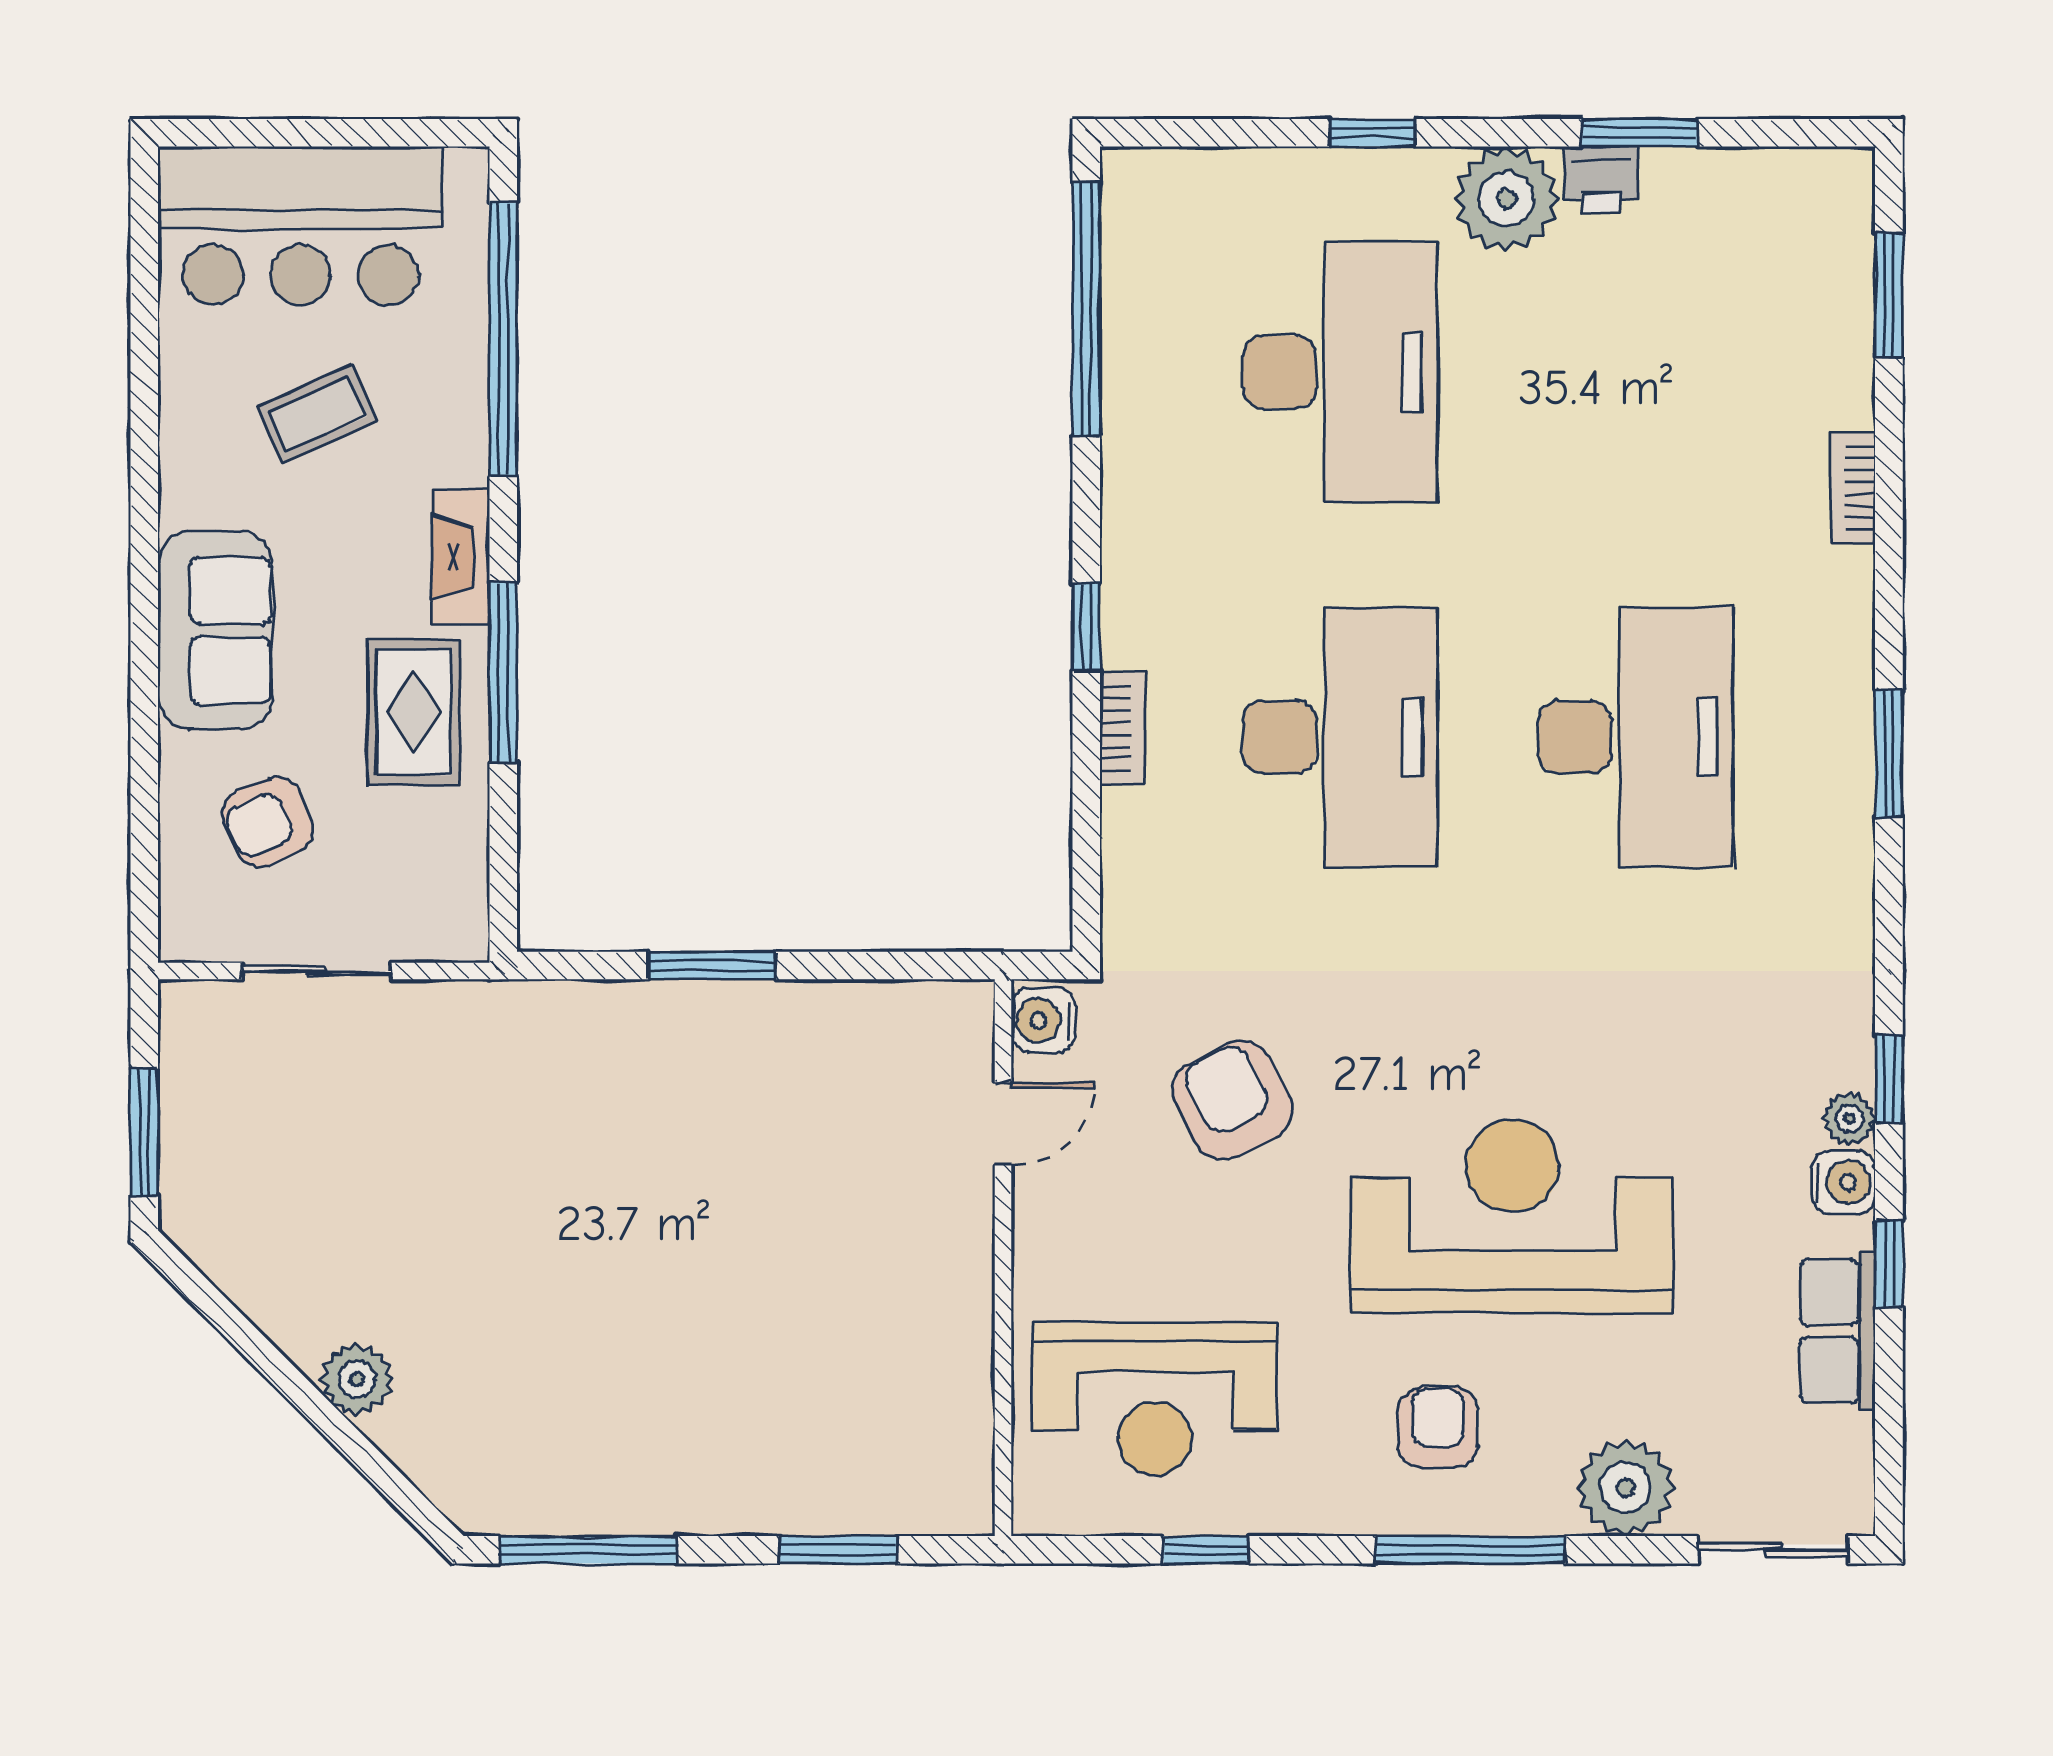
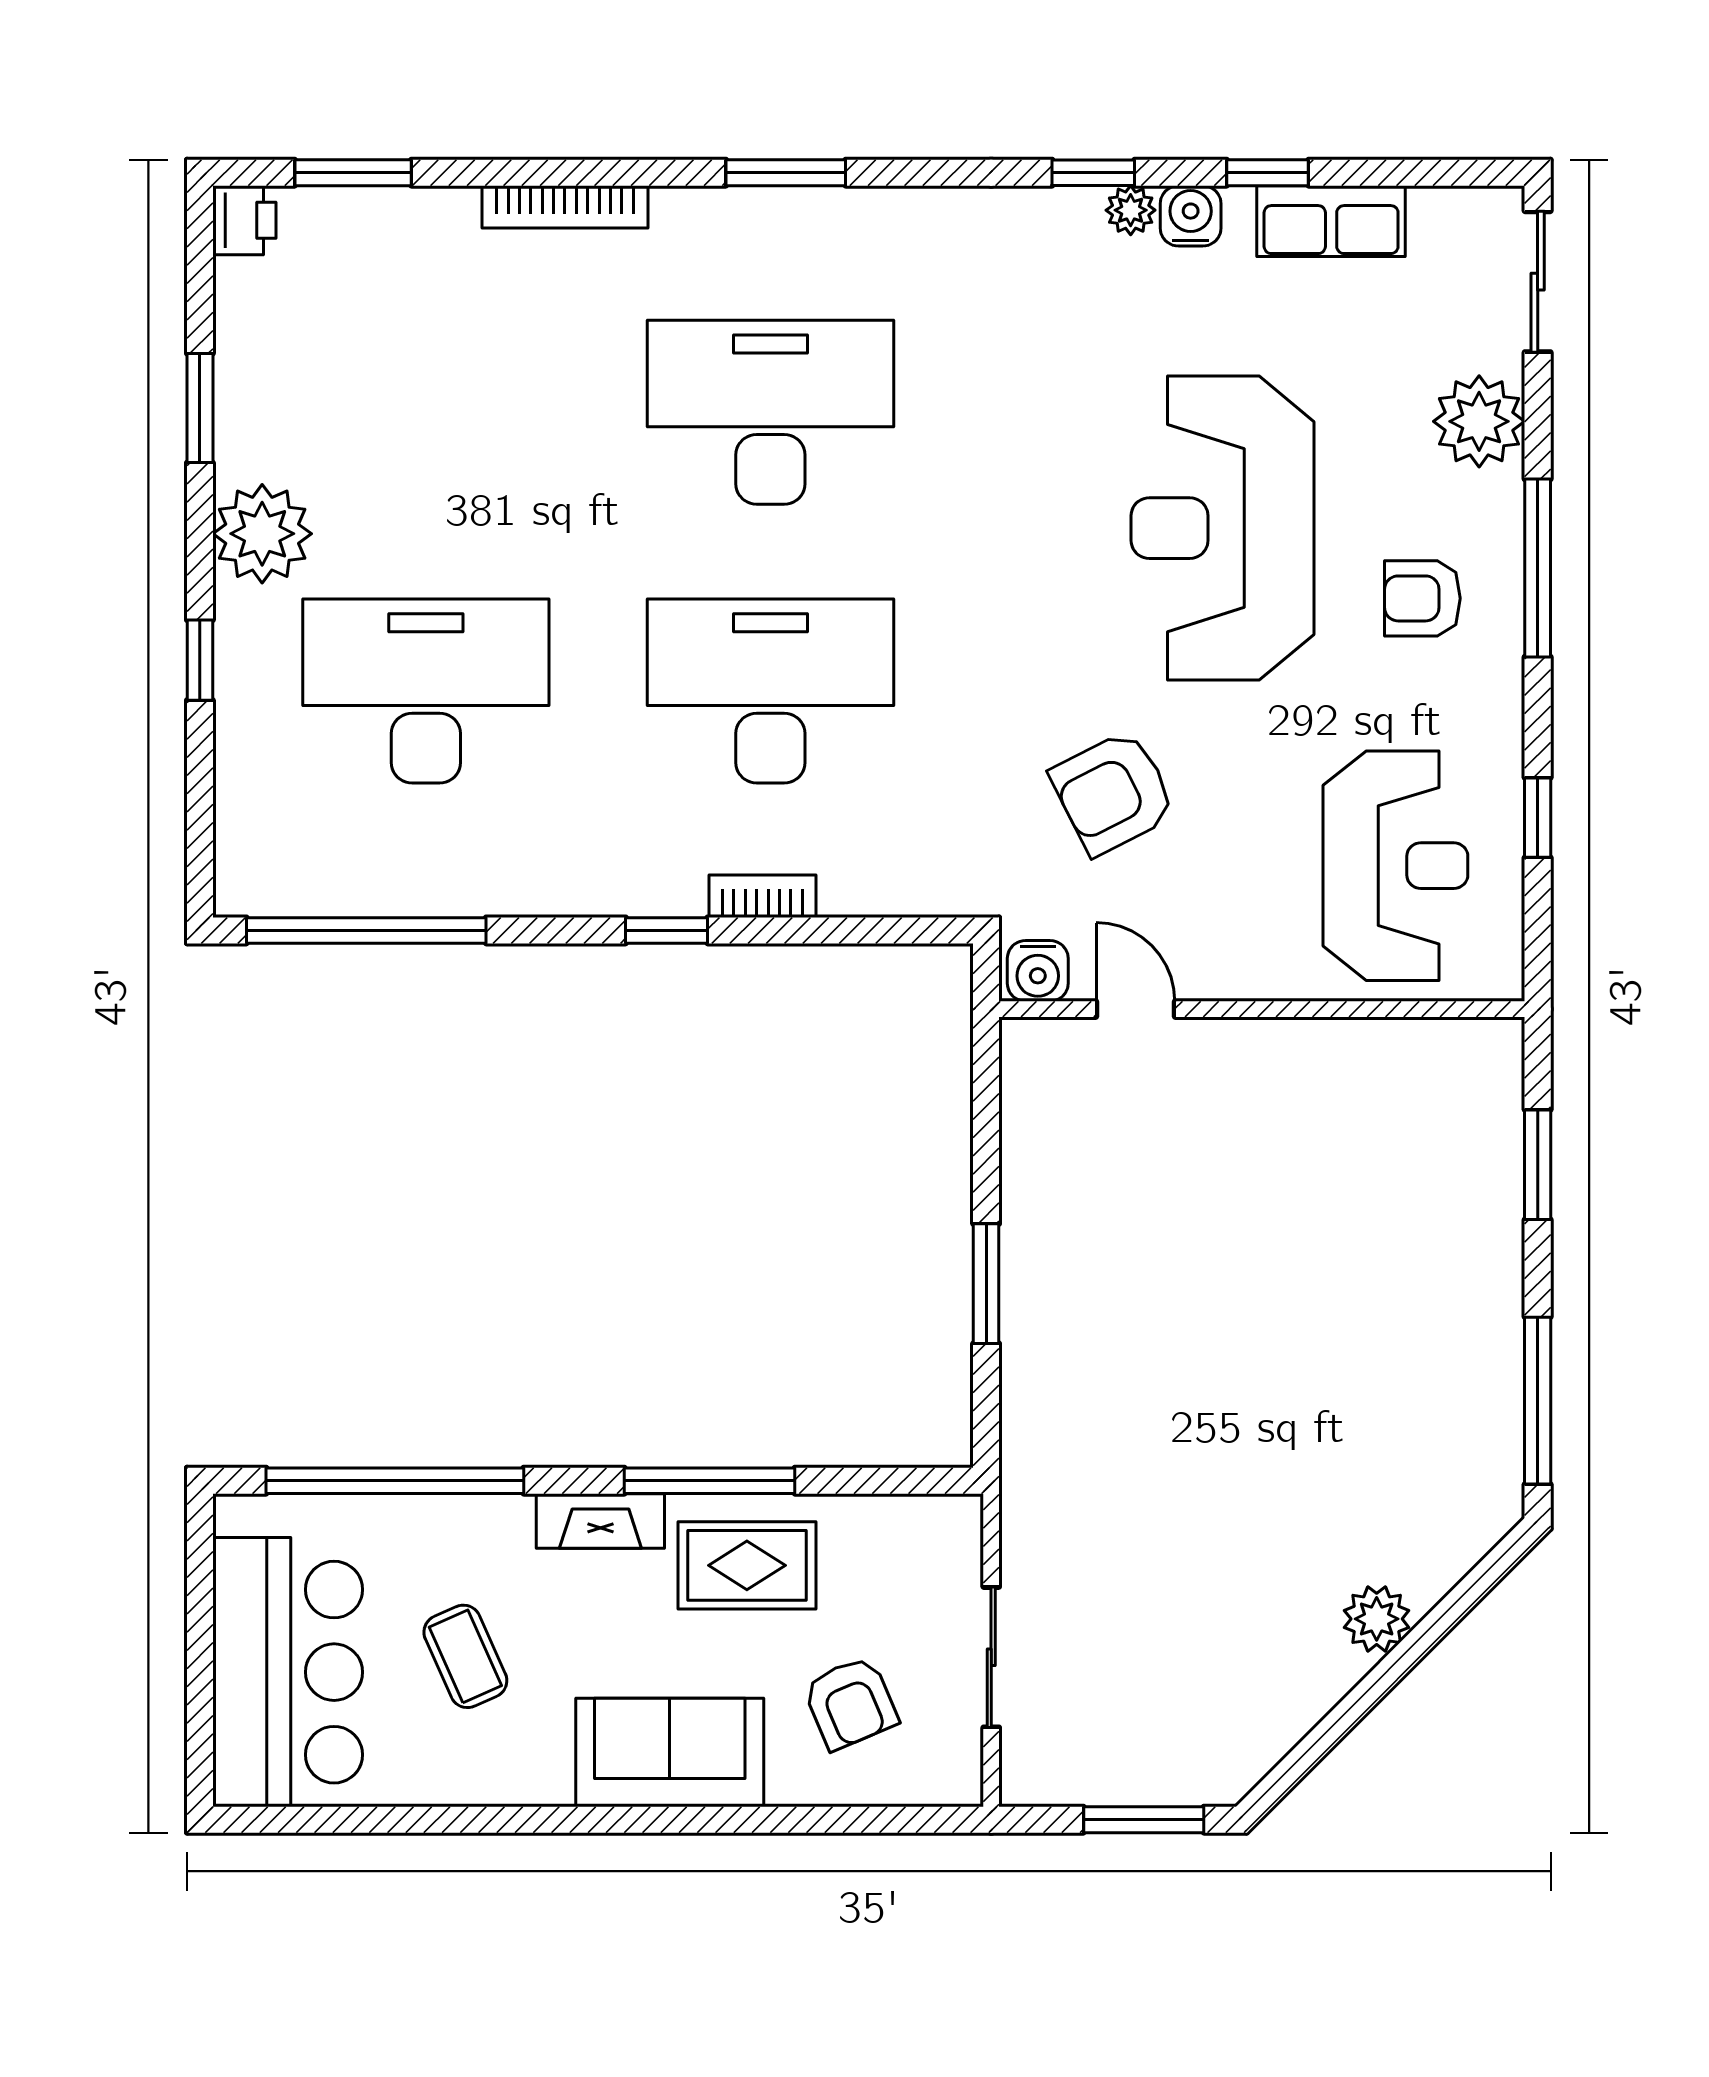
printer: (1601, 180) -> (244, 220), moved
bookcase: (1853, 488) -> (565, 207), width x1.56

